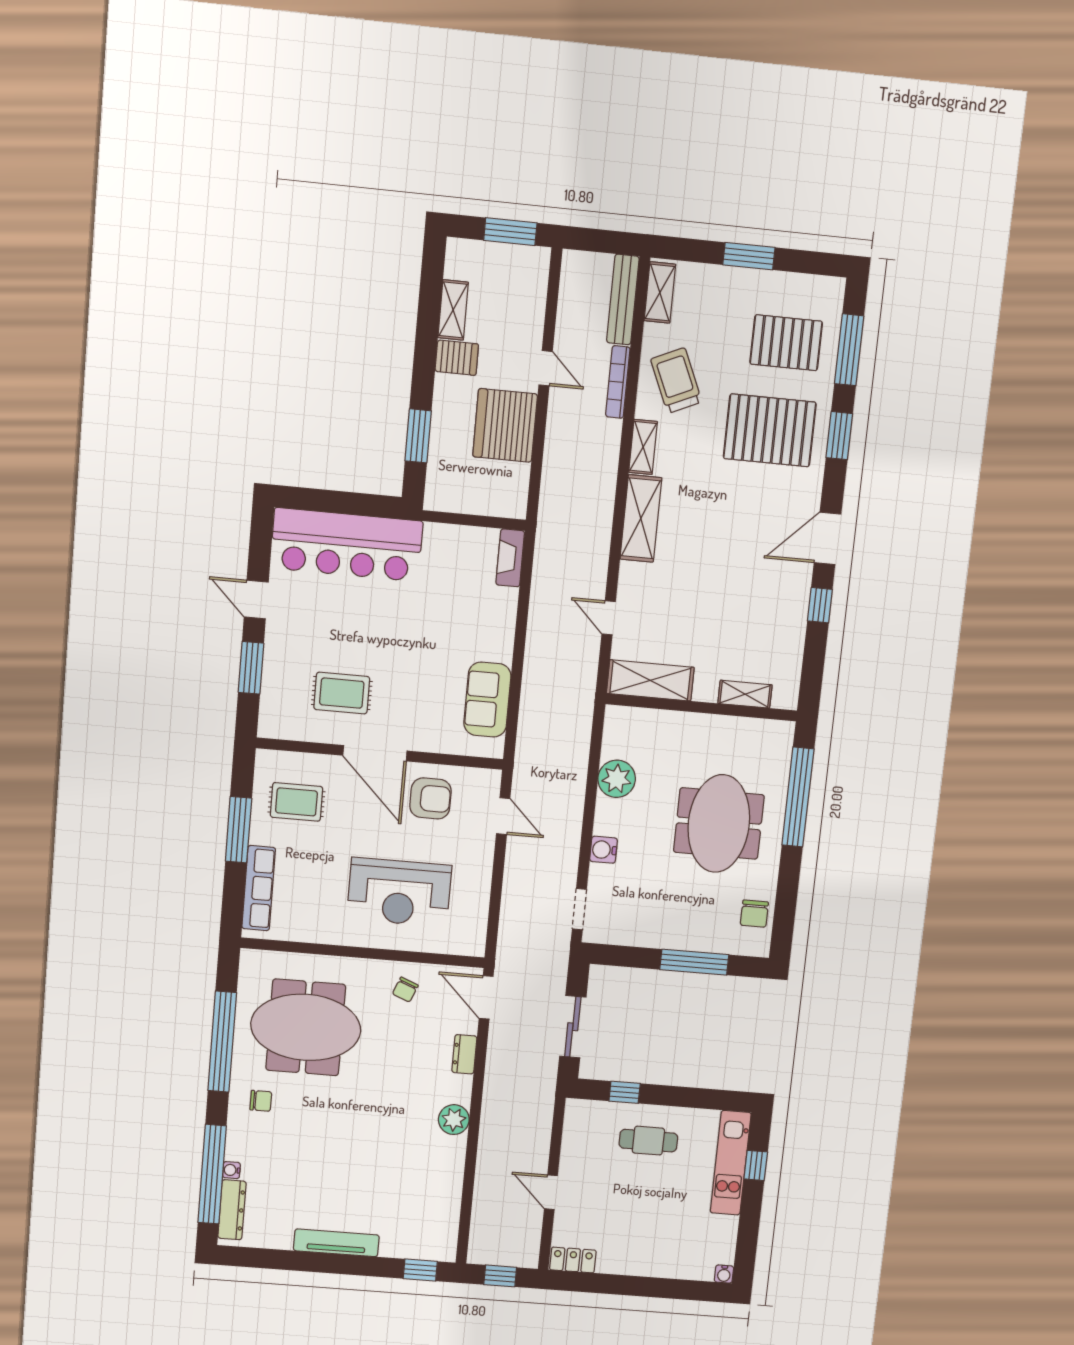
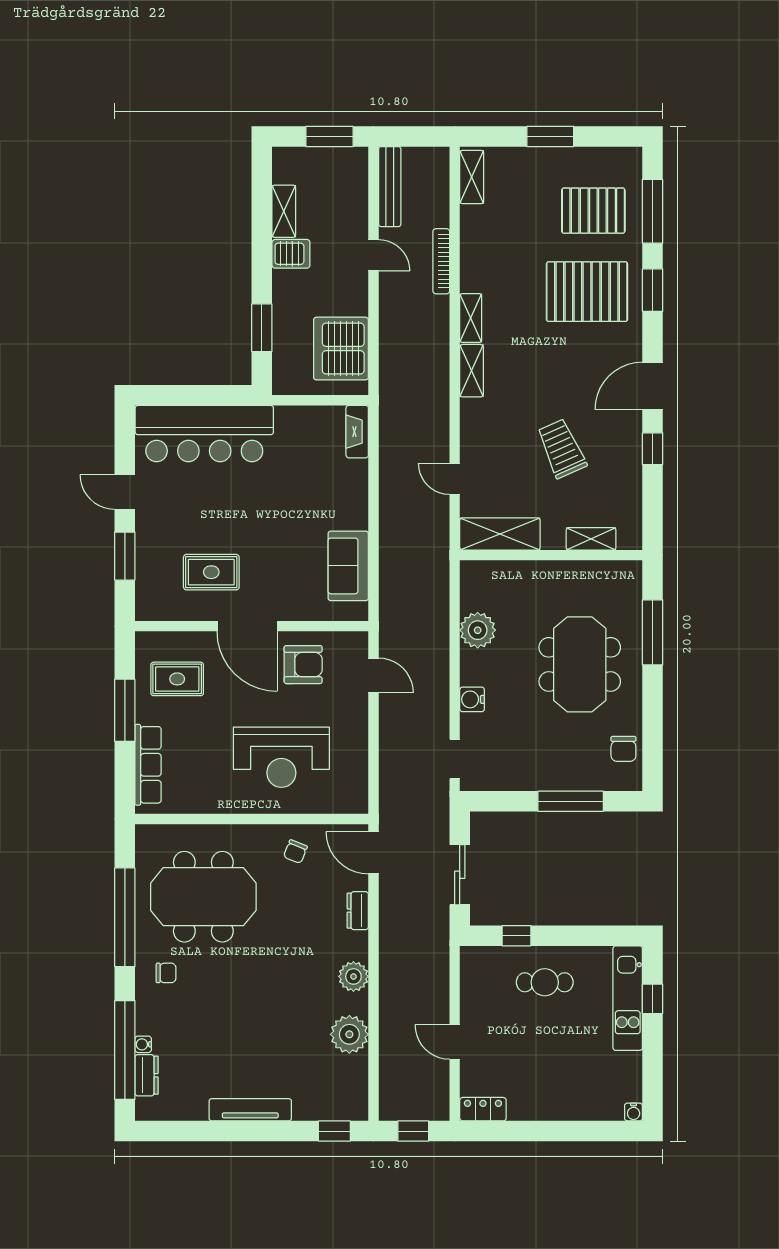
bench: (623, 300) -> (390, 187), moved
trolley: (676, 381) -> (562, 449), moved
server rack: (505, 425) -> (341, 349), moved
shelving: (641, 518) -> (472, 371), width x0.67, depth x0.75
window: (798, 797) -> (653, 632), width x0.68
plant: (444, 1176) -> (349, 1034), added
dresser: (232, 1210) -> (147, 1075), width x0.70

